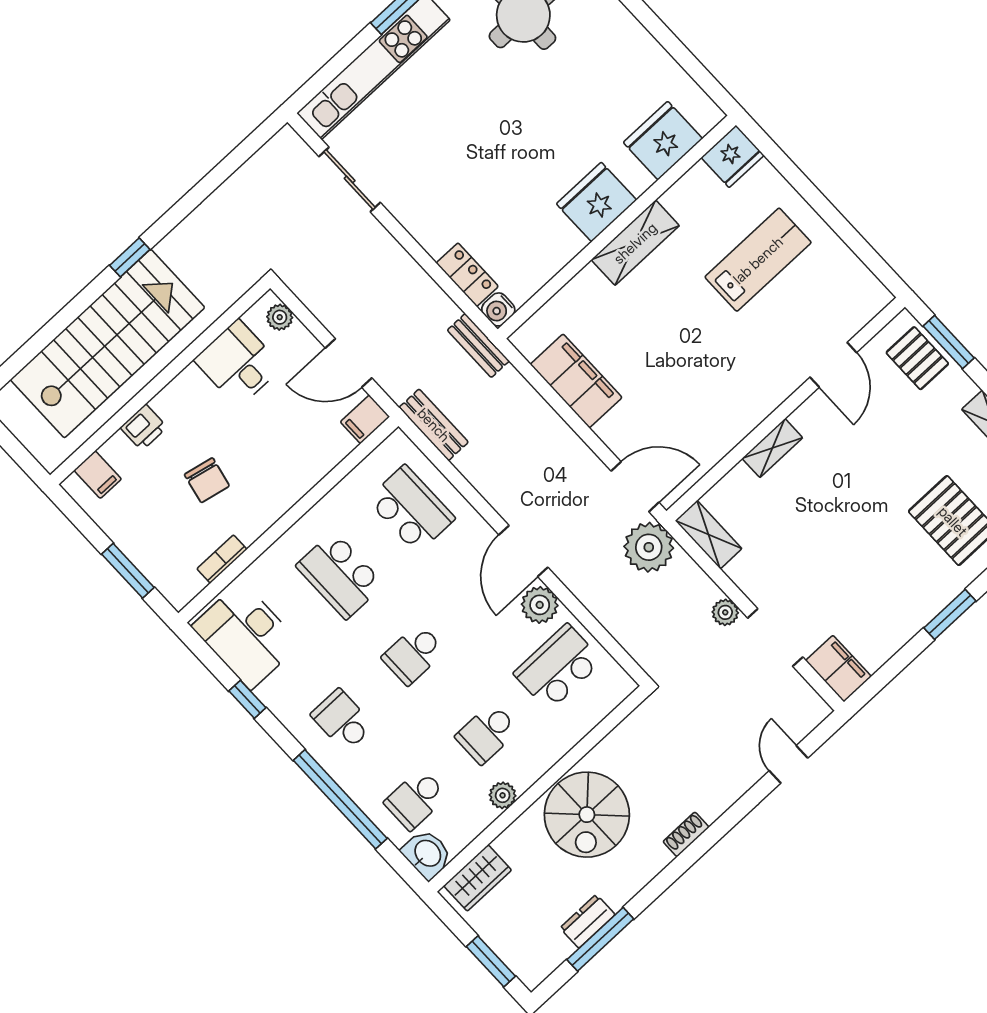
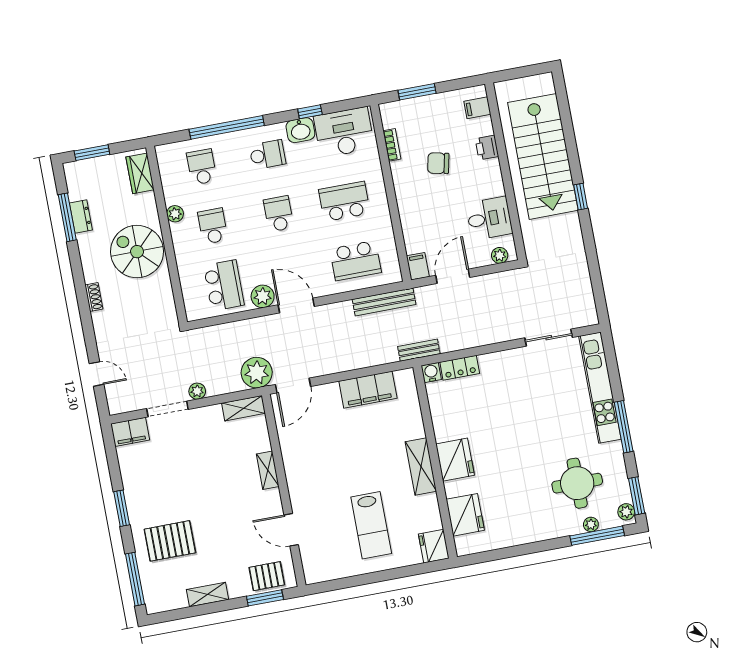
bench: (434, 425) -> (384, 302), width x1.36
washbasin: (427, 854) -> (300, 130), moved

